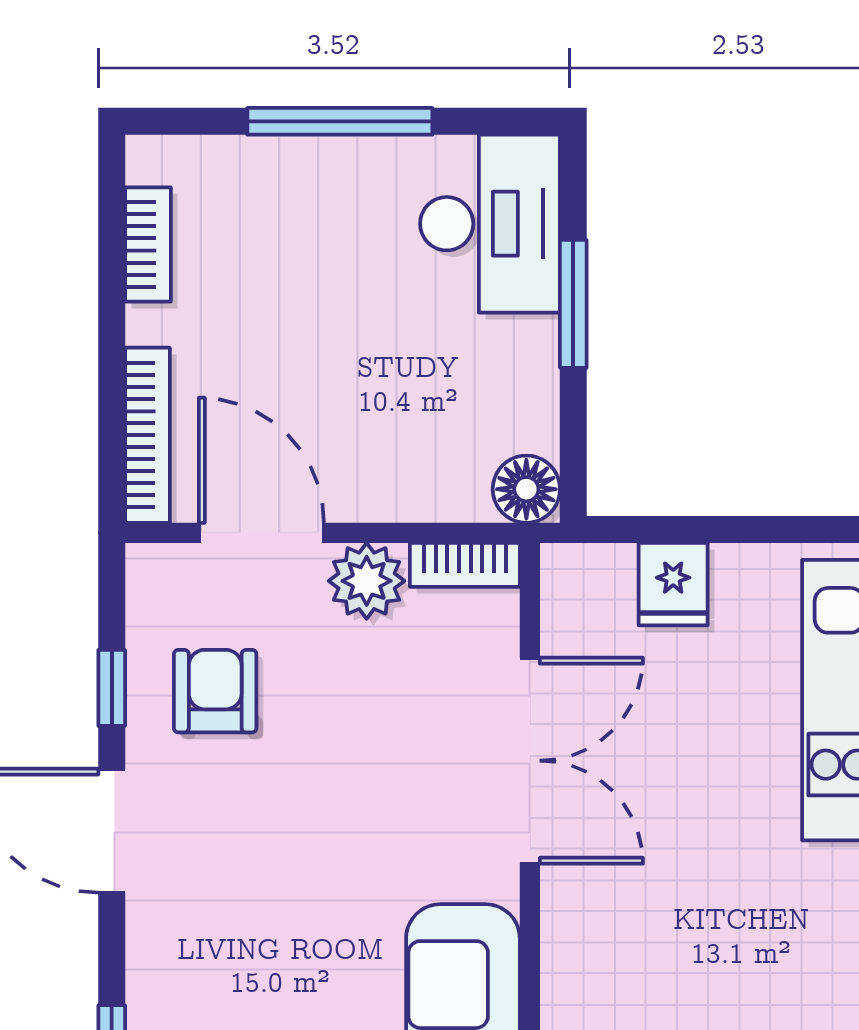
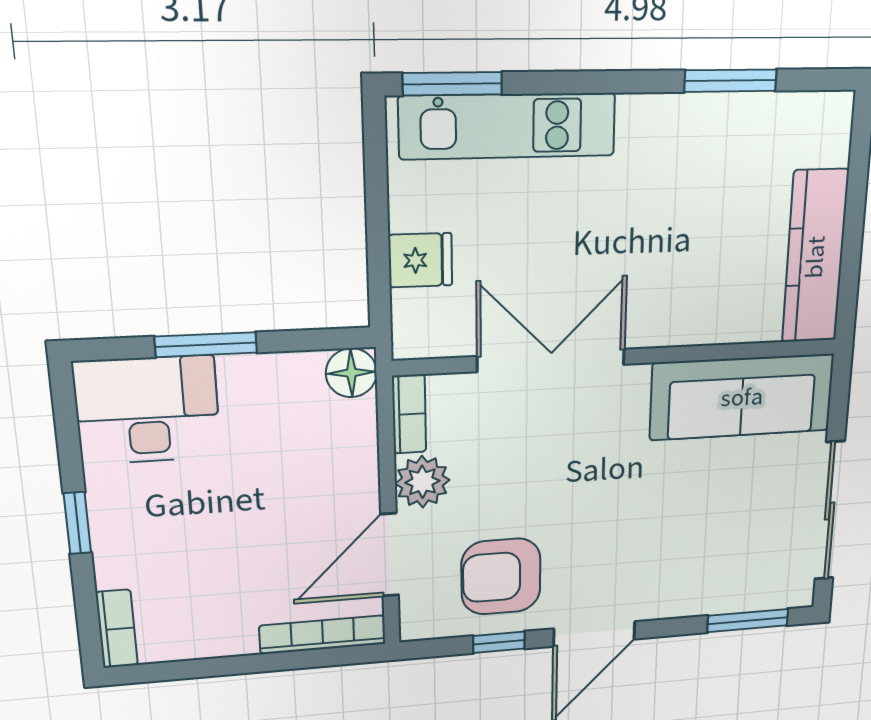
window: (340, 121) -> (77, 523), width x0.46
bookcase: (148, 244) -> (117, 629), moved, turned 90
armchair: (215, 691) -> (501, 577), width x1.38, depth x1.38

